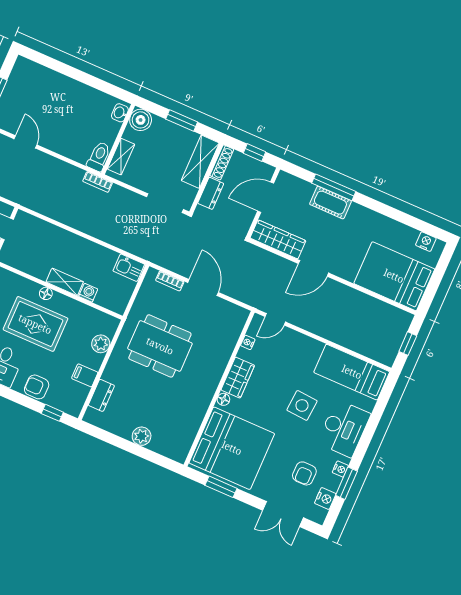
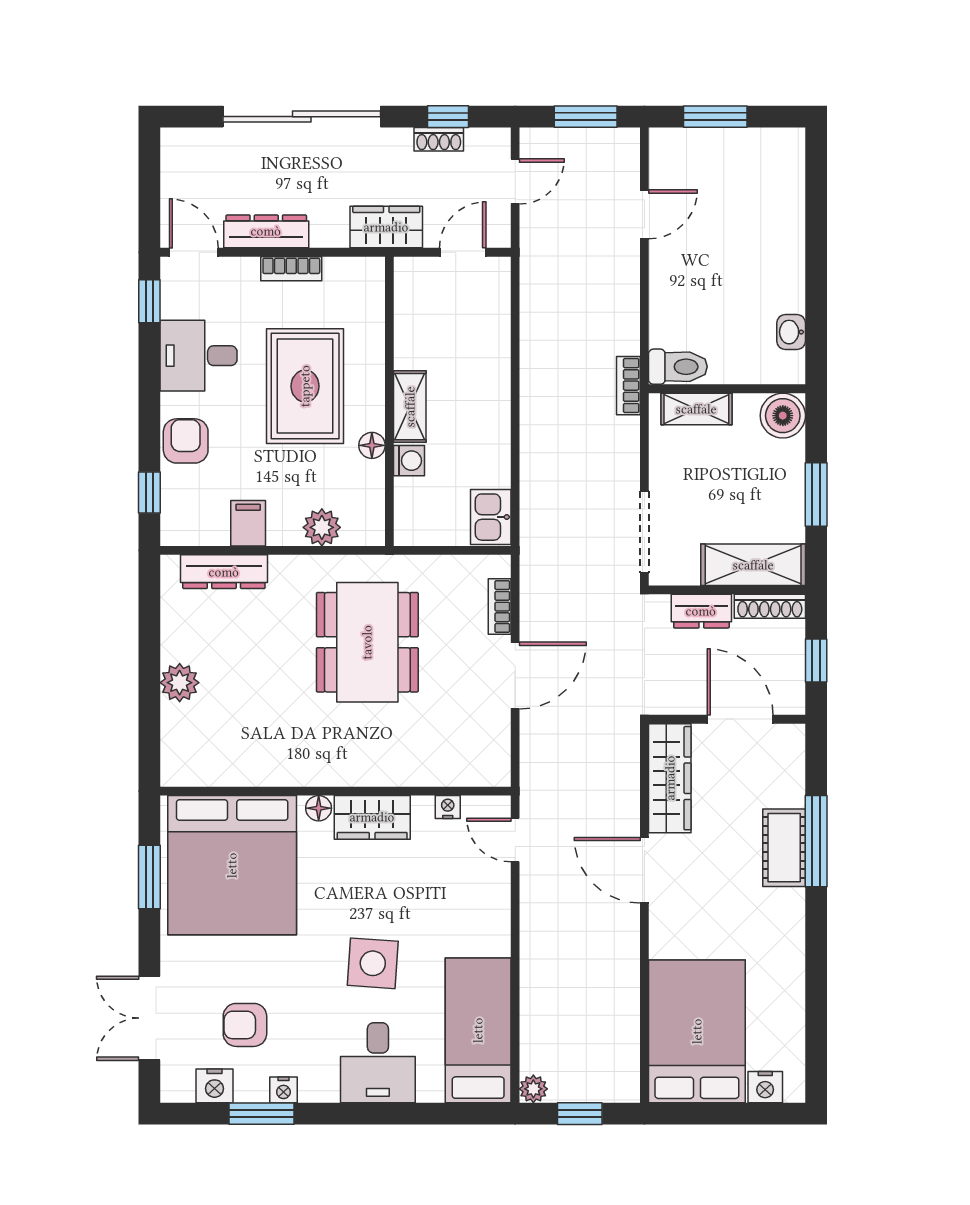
washbasin: (120, 113) -> (791, 332), moved, turned -90
nightstand: (426, 242) -> (765, 1087), moved, turned 90
floor lamp: (46, 293) -> (372, 445), moved
plant: (388, 359) -> (533, 1089), added
dresser: (101, 395) -> (224, 572), width x1.44
desk: (344, 428) -> (378, 1063), width x0.73

